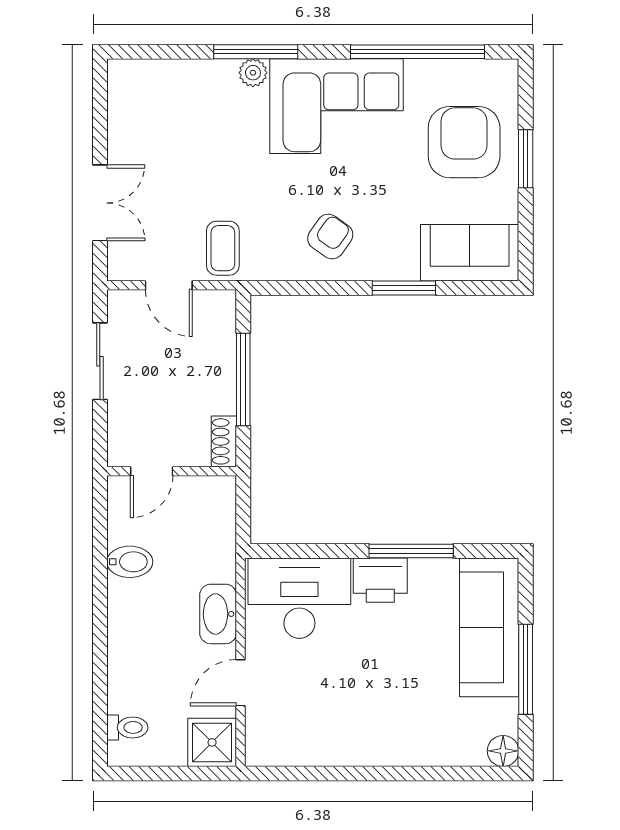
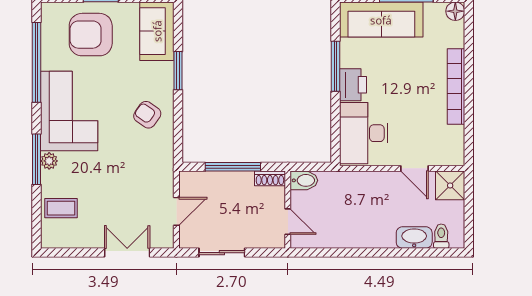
coffee table: (223, 248) -> (61, 208), moved
bidet: (130, 562) -> (304, 180), moved, turned 90
washbasin: (218, 614) -> (414, 238), moved, turned 180
bookcase: (377, 752) -> (456, 86), added

